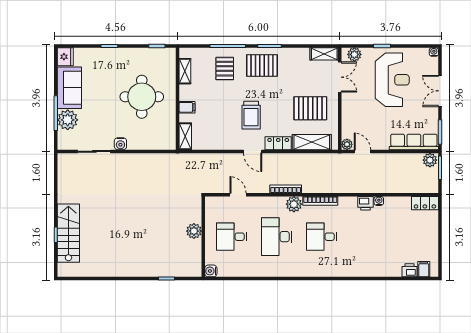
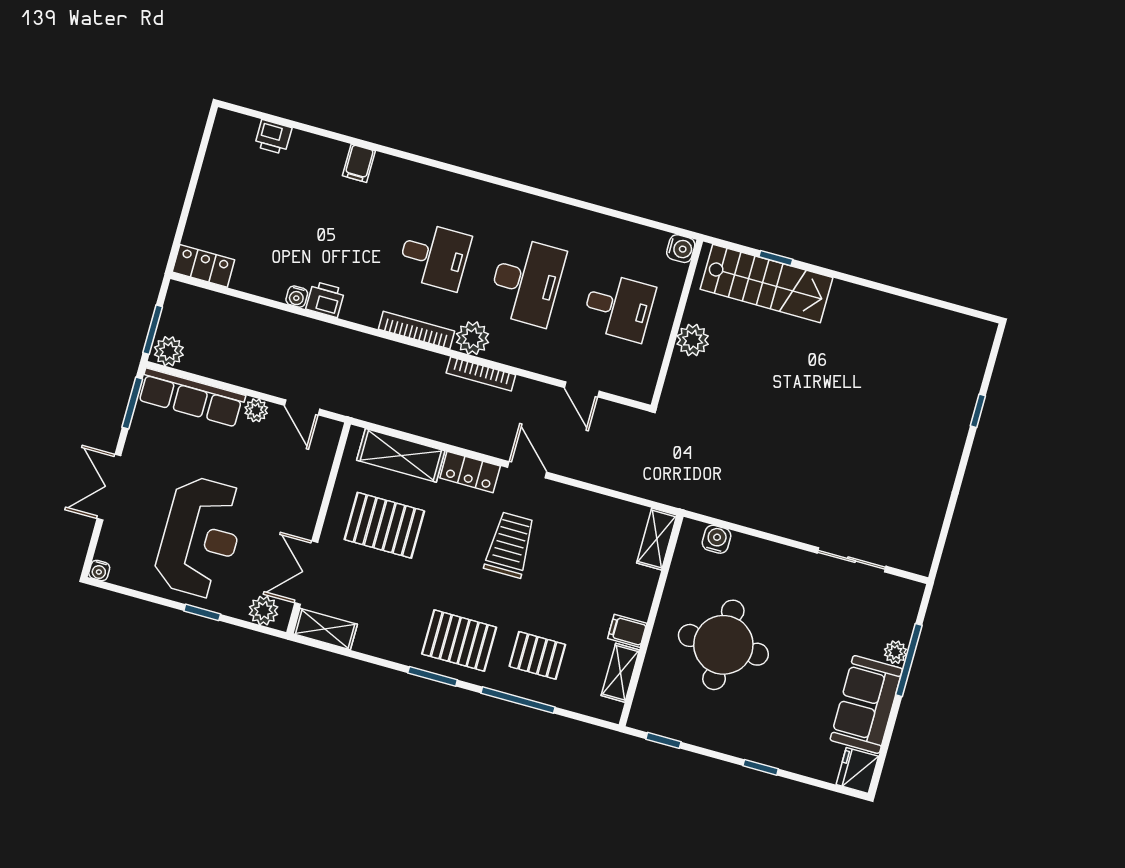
pallet: (225, 69) -> (537, 655), turned 90
reception desk: (392, 80) -> (201, 537), turned 180
double door: (440, 91) -> (109, 487), swing flipped
filing cabinet: (187, 107) -> (627, 631), moved
plant: (68, 120) -> (895, 652), width x0.53, depth x0.53
water cooler: (120, 144) -> (716, 539), moved
plant: (347, 144) -> (256, 410), moved
stairs: (68, 233) -> (766, 283), moved, turned -90
filing cabinet: (424, 269) -> (359, 163), moved

